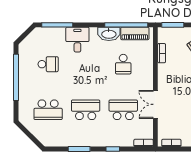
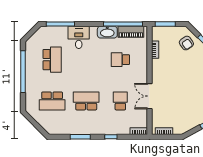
school desk: (48, 64) -> (52, 60), width x1.85
school desk: (123, 64) -> (120, 60), turned 90
school desk: (123, 110) -> (120, 101), width x0.54

